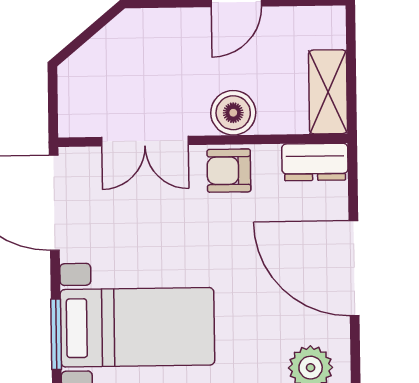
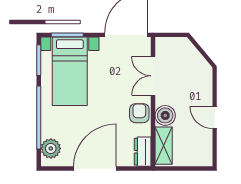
shelving: (328, 92) -> (164, 146), moved, turned 90

